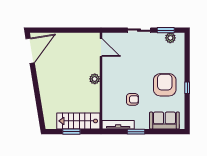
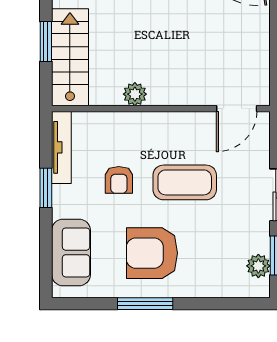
coffee table: (134, 70) -> (185, 182), added
plant: (95, 79) -> (135, 94), moved
armchair: (165, 85) -> (152, 253), turned 180
window: (187, 88) -> (145, 304), width x2.17

